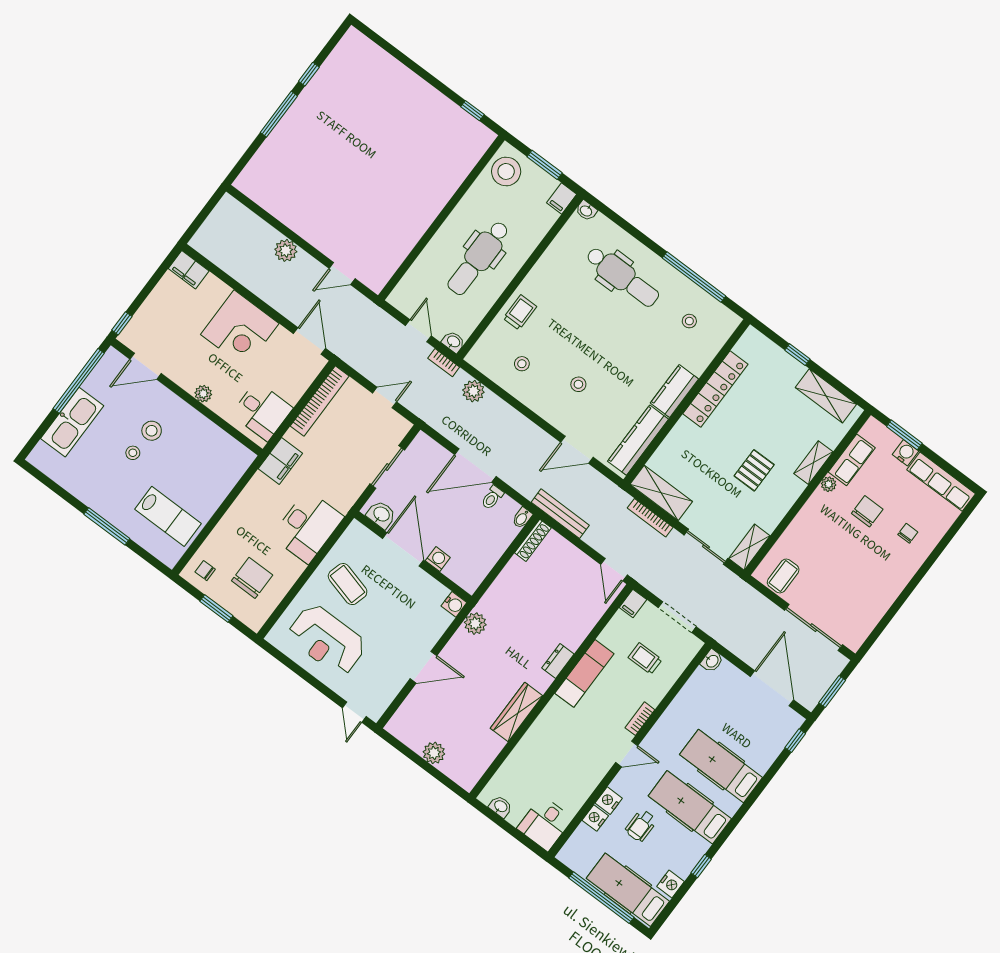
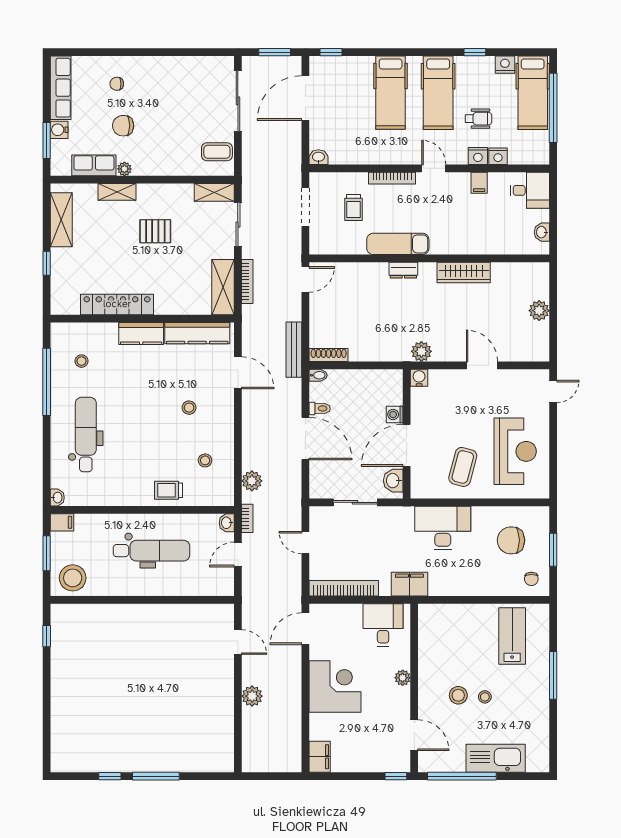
filing cabinet: (633, 603) -> (479, 183), moved, turned 90
bookcase: (640, 719) -> (392, 178), width x1.56

